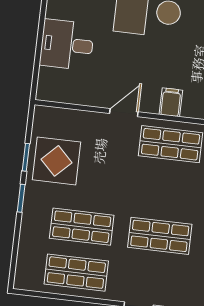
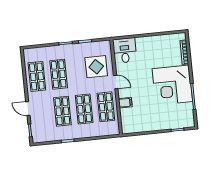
desk: (67, 45) -> (125, 50), moved
display table: (57, 161) -> (96, 67), moved
shop shelf: (165, 190) -> (84, 109), added

